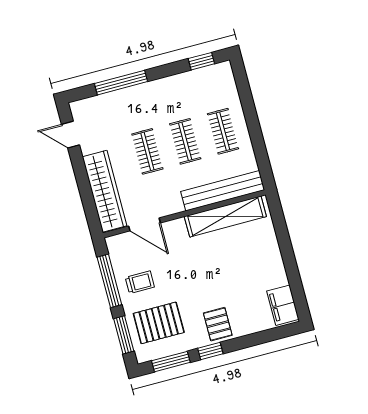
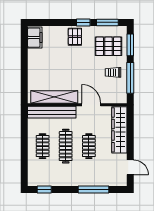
clothes rail: (185, 141) -> (66, 146), width x1.36
door: (144, 224) -> (91, 105), moved

